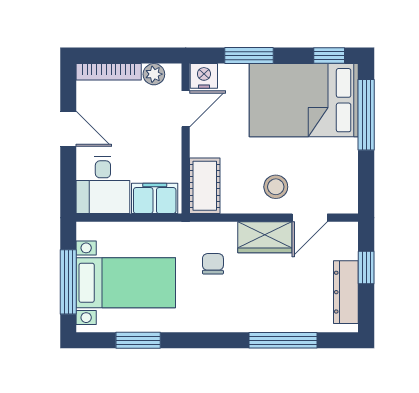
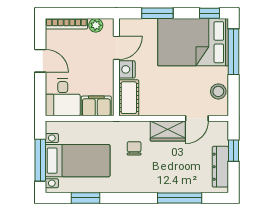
nightstand: (204, 76) -> (127, 69), moved, turned -90
stool: (276, 187) -> (218, 91), moved

